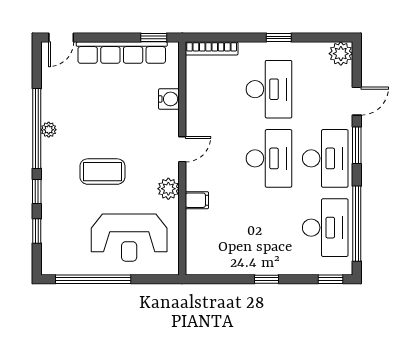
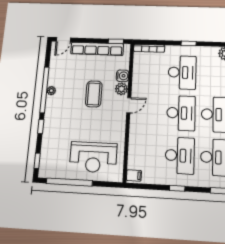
coffee table: (102, 172) -> (94, 94), moved, turned 90
plant: (168, 189) -> (121, 89), moved
filing cabinet: (197, 200) -> (134, 175), moved
desk: (269, 228) -> (180, 155), added
window: (37, 231) -> (37, 161), moved

